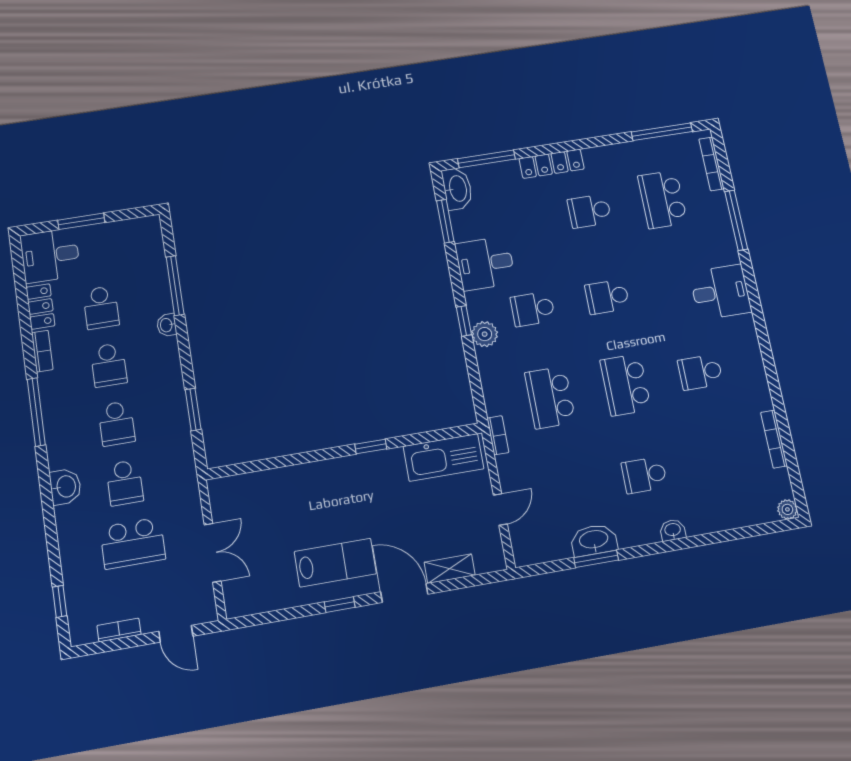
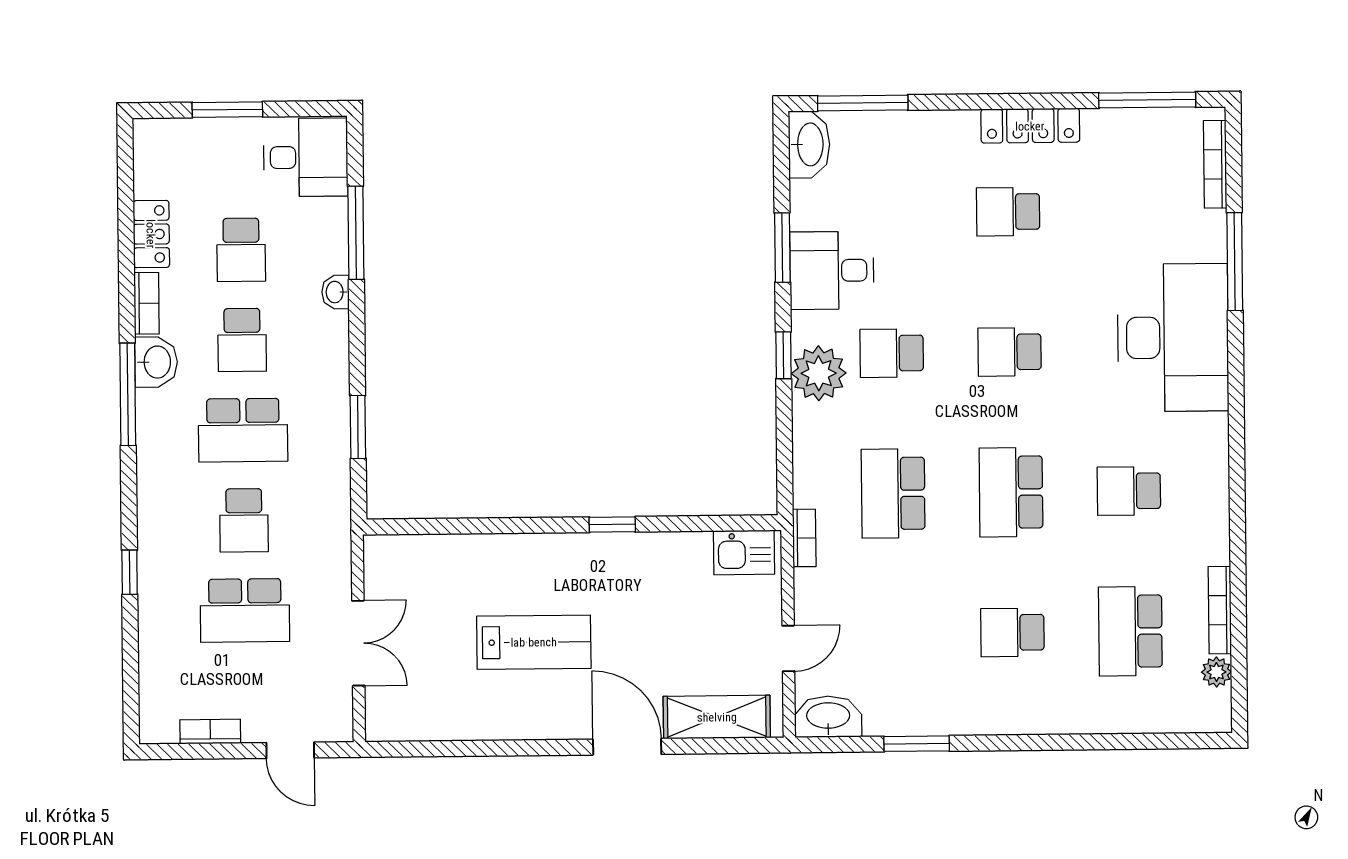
locker: (552, 164) -> (1030, 126), moved
school desk: (662, 199) -> (1130, 631), moved
window: (445, 221) -> (782, 248), moved
desk: (50, 255) -> (306, 157), moved, turned 180
desk: (721, 292) -> (1173, 338), width x1.87, depth x1.30
plant: (485, 334) -> (819, 373), width x1.36, depth x1.36
school desk: (117, 423) -> (243, 430), width x1.85
kitchen sink: (444, 457) -> (744, 552), width x0.53, depth x0.81
washbasin: (65, 487) -> (156, 362), moved
plant: (787, 509) -> (1216, 672), moved
washbasin: (673, 530) -> (1039, 720), removed
washbasin: (594, 540) -> (828, 717), moved
lab bench: (335, 563) -> (534, 642), moved
shelving: (450, 569) -> (717, 717), width x1.50, depth x1.33
window: (60, 601) -> (130, 572), moved
window: (340, 605) -> (531, 748), removed

